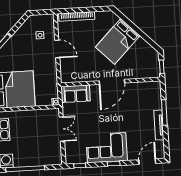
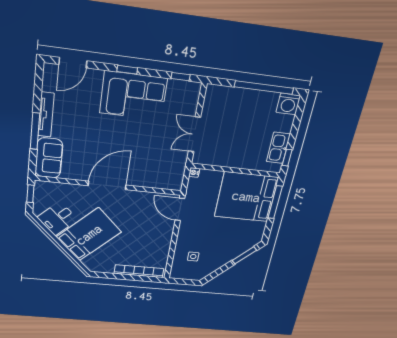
door: (57, 49) -> (180, 209), moved
desk: (141, 51) -> (57, 218), added
sofa: (76, 94) -> (49, 158), moved, turned 90

